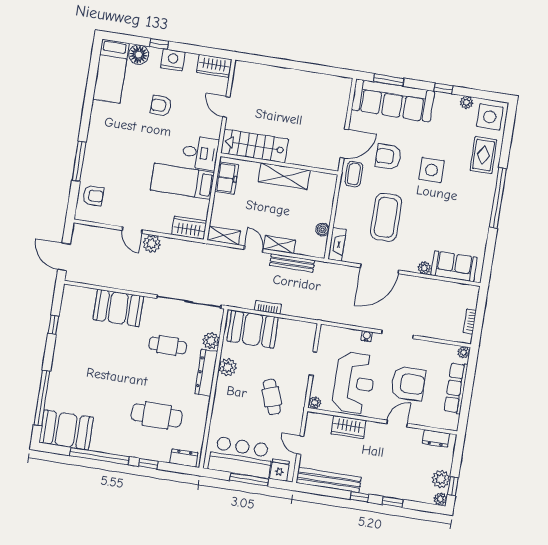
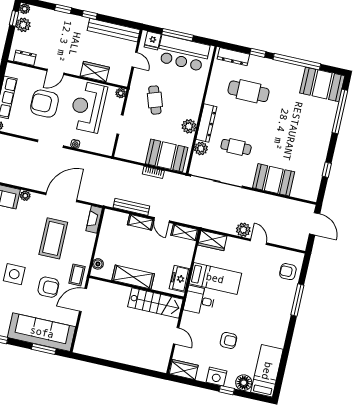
boiler: (323, 230) -> (98, 264), moved
dresser: (184, 458) -> (233, 57), width x1.44

